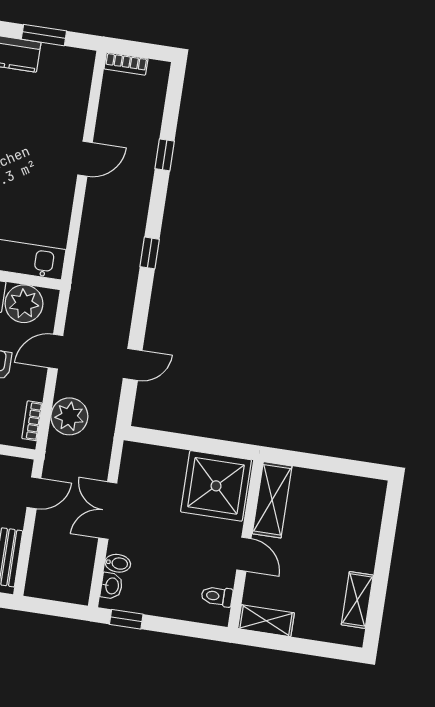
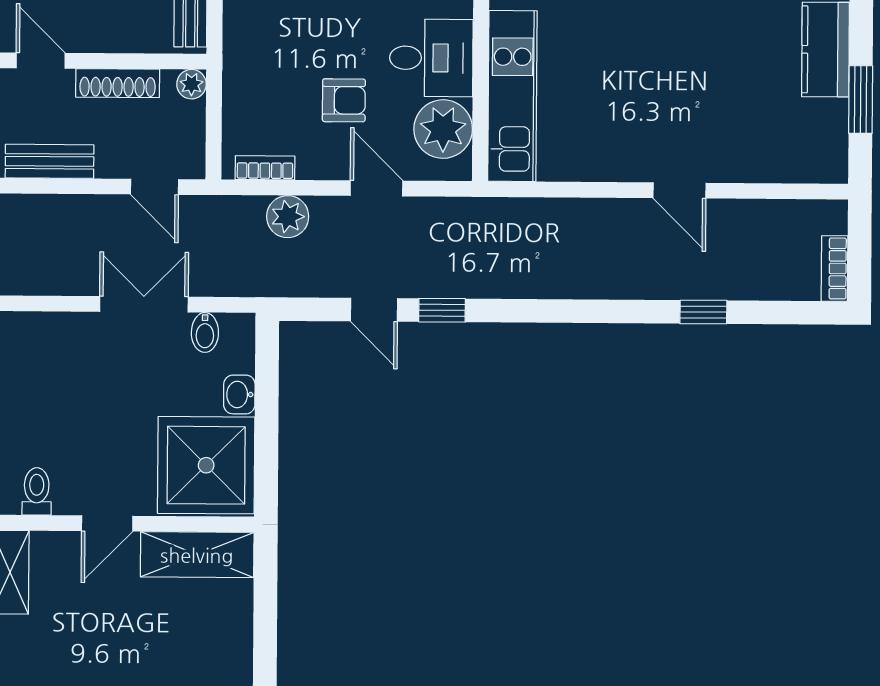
bookcase: (126, 64) -> (835, 268), moved
window: (150, 253) -> (442, 310), moved
plant: (69, 416) -> (288, 217), width x0.73, depth x0.73
bidet: (118, 563) -> (205, 332), moved
washbasin: (112, 586) -> (239, 394), moved, turned 90

